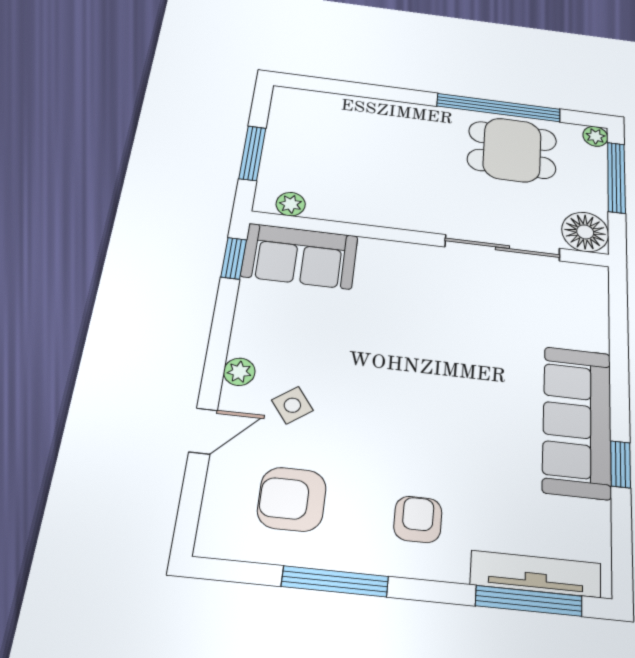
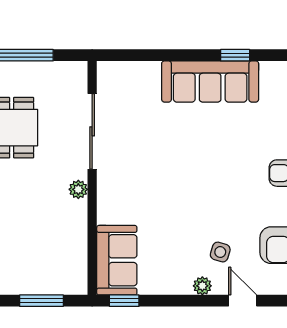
plant: (291, 204) -> (78, 189), moved
floor lamp: (585, 232) -> (72, 77), removed
side table: (292, 405) -> (220, 252), turned -38

